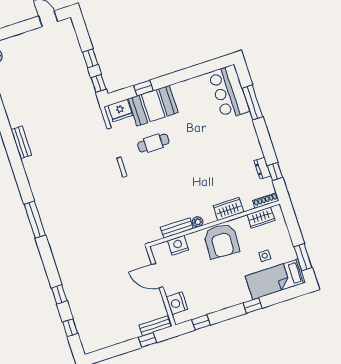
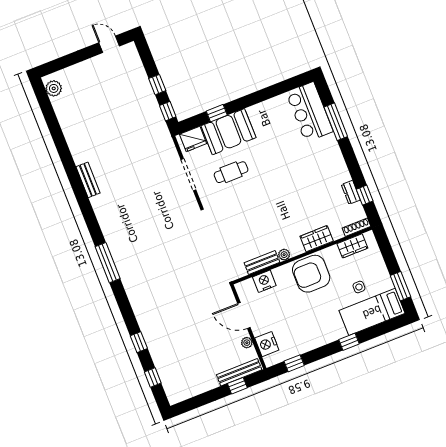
armchair: (221, 241) -> (311, 274), turned 87
plant: (159, 301) -> (247, 343), added
bench: (155, 326) -> (239, 372), width x1.36

